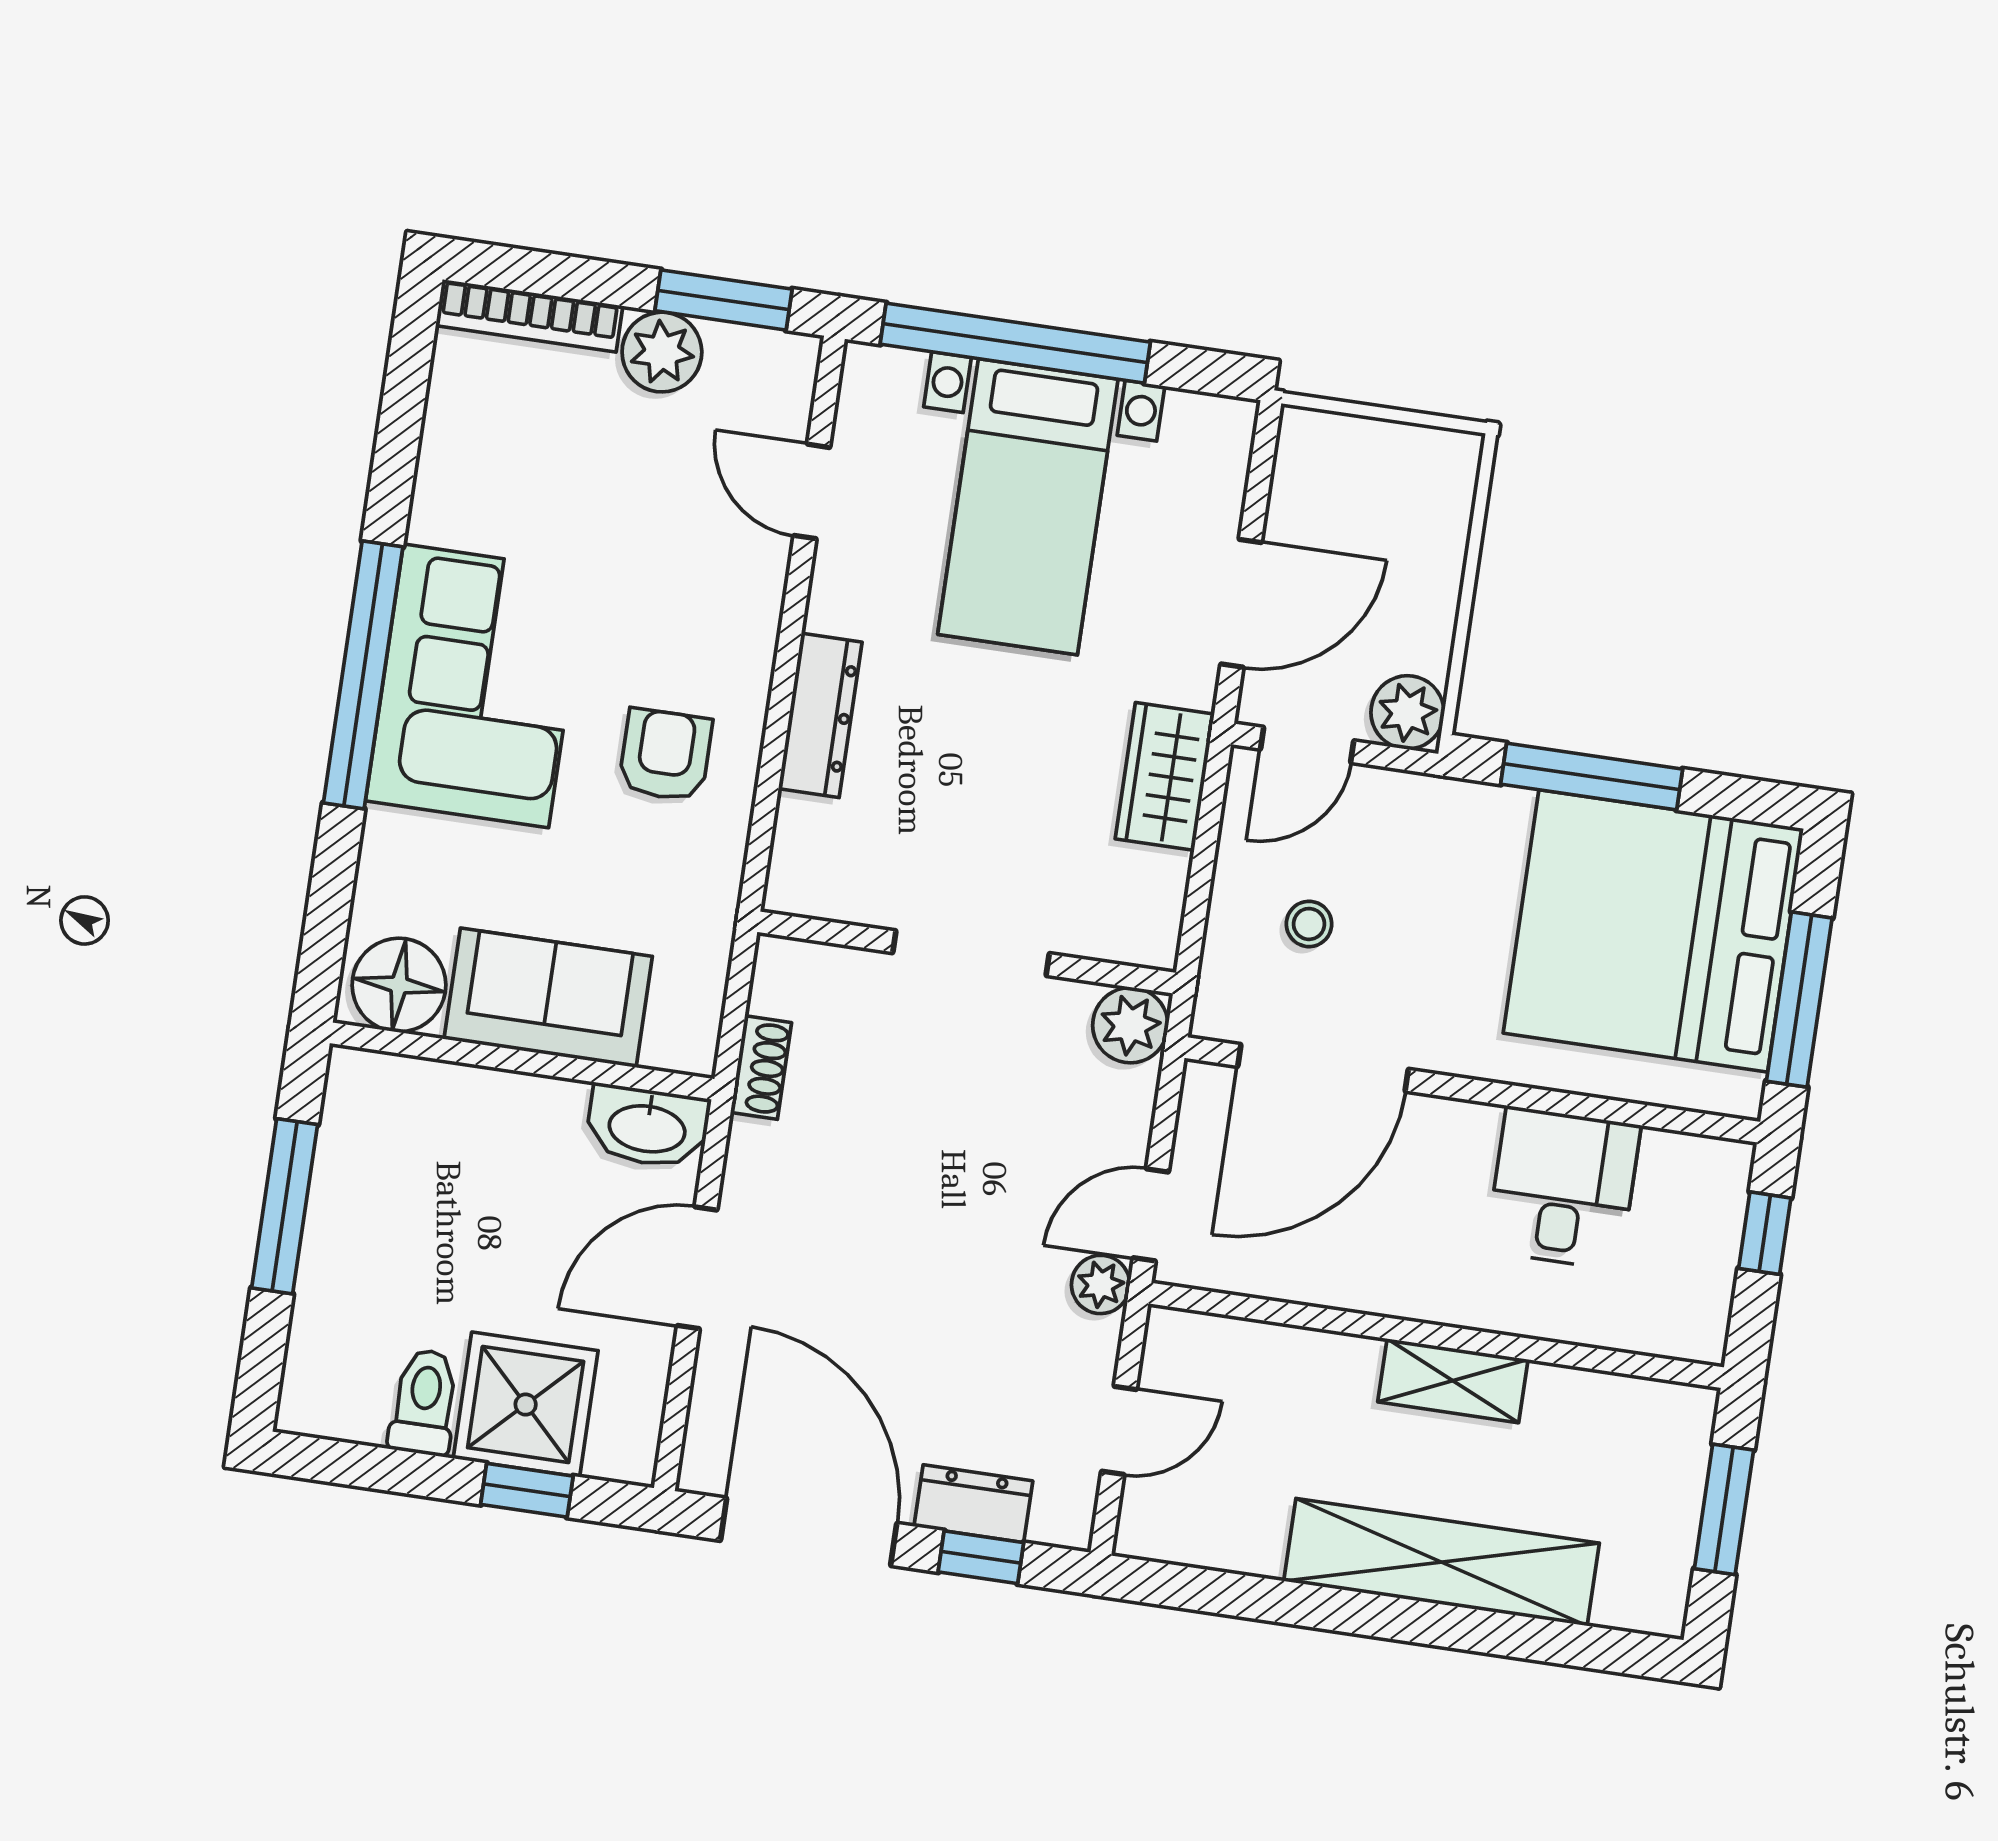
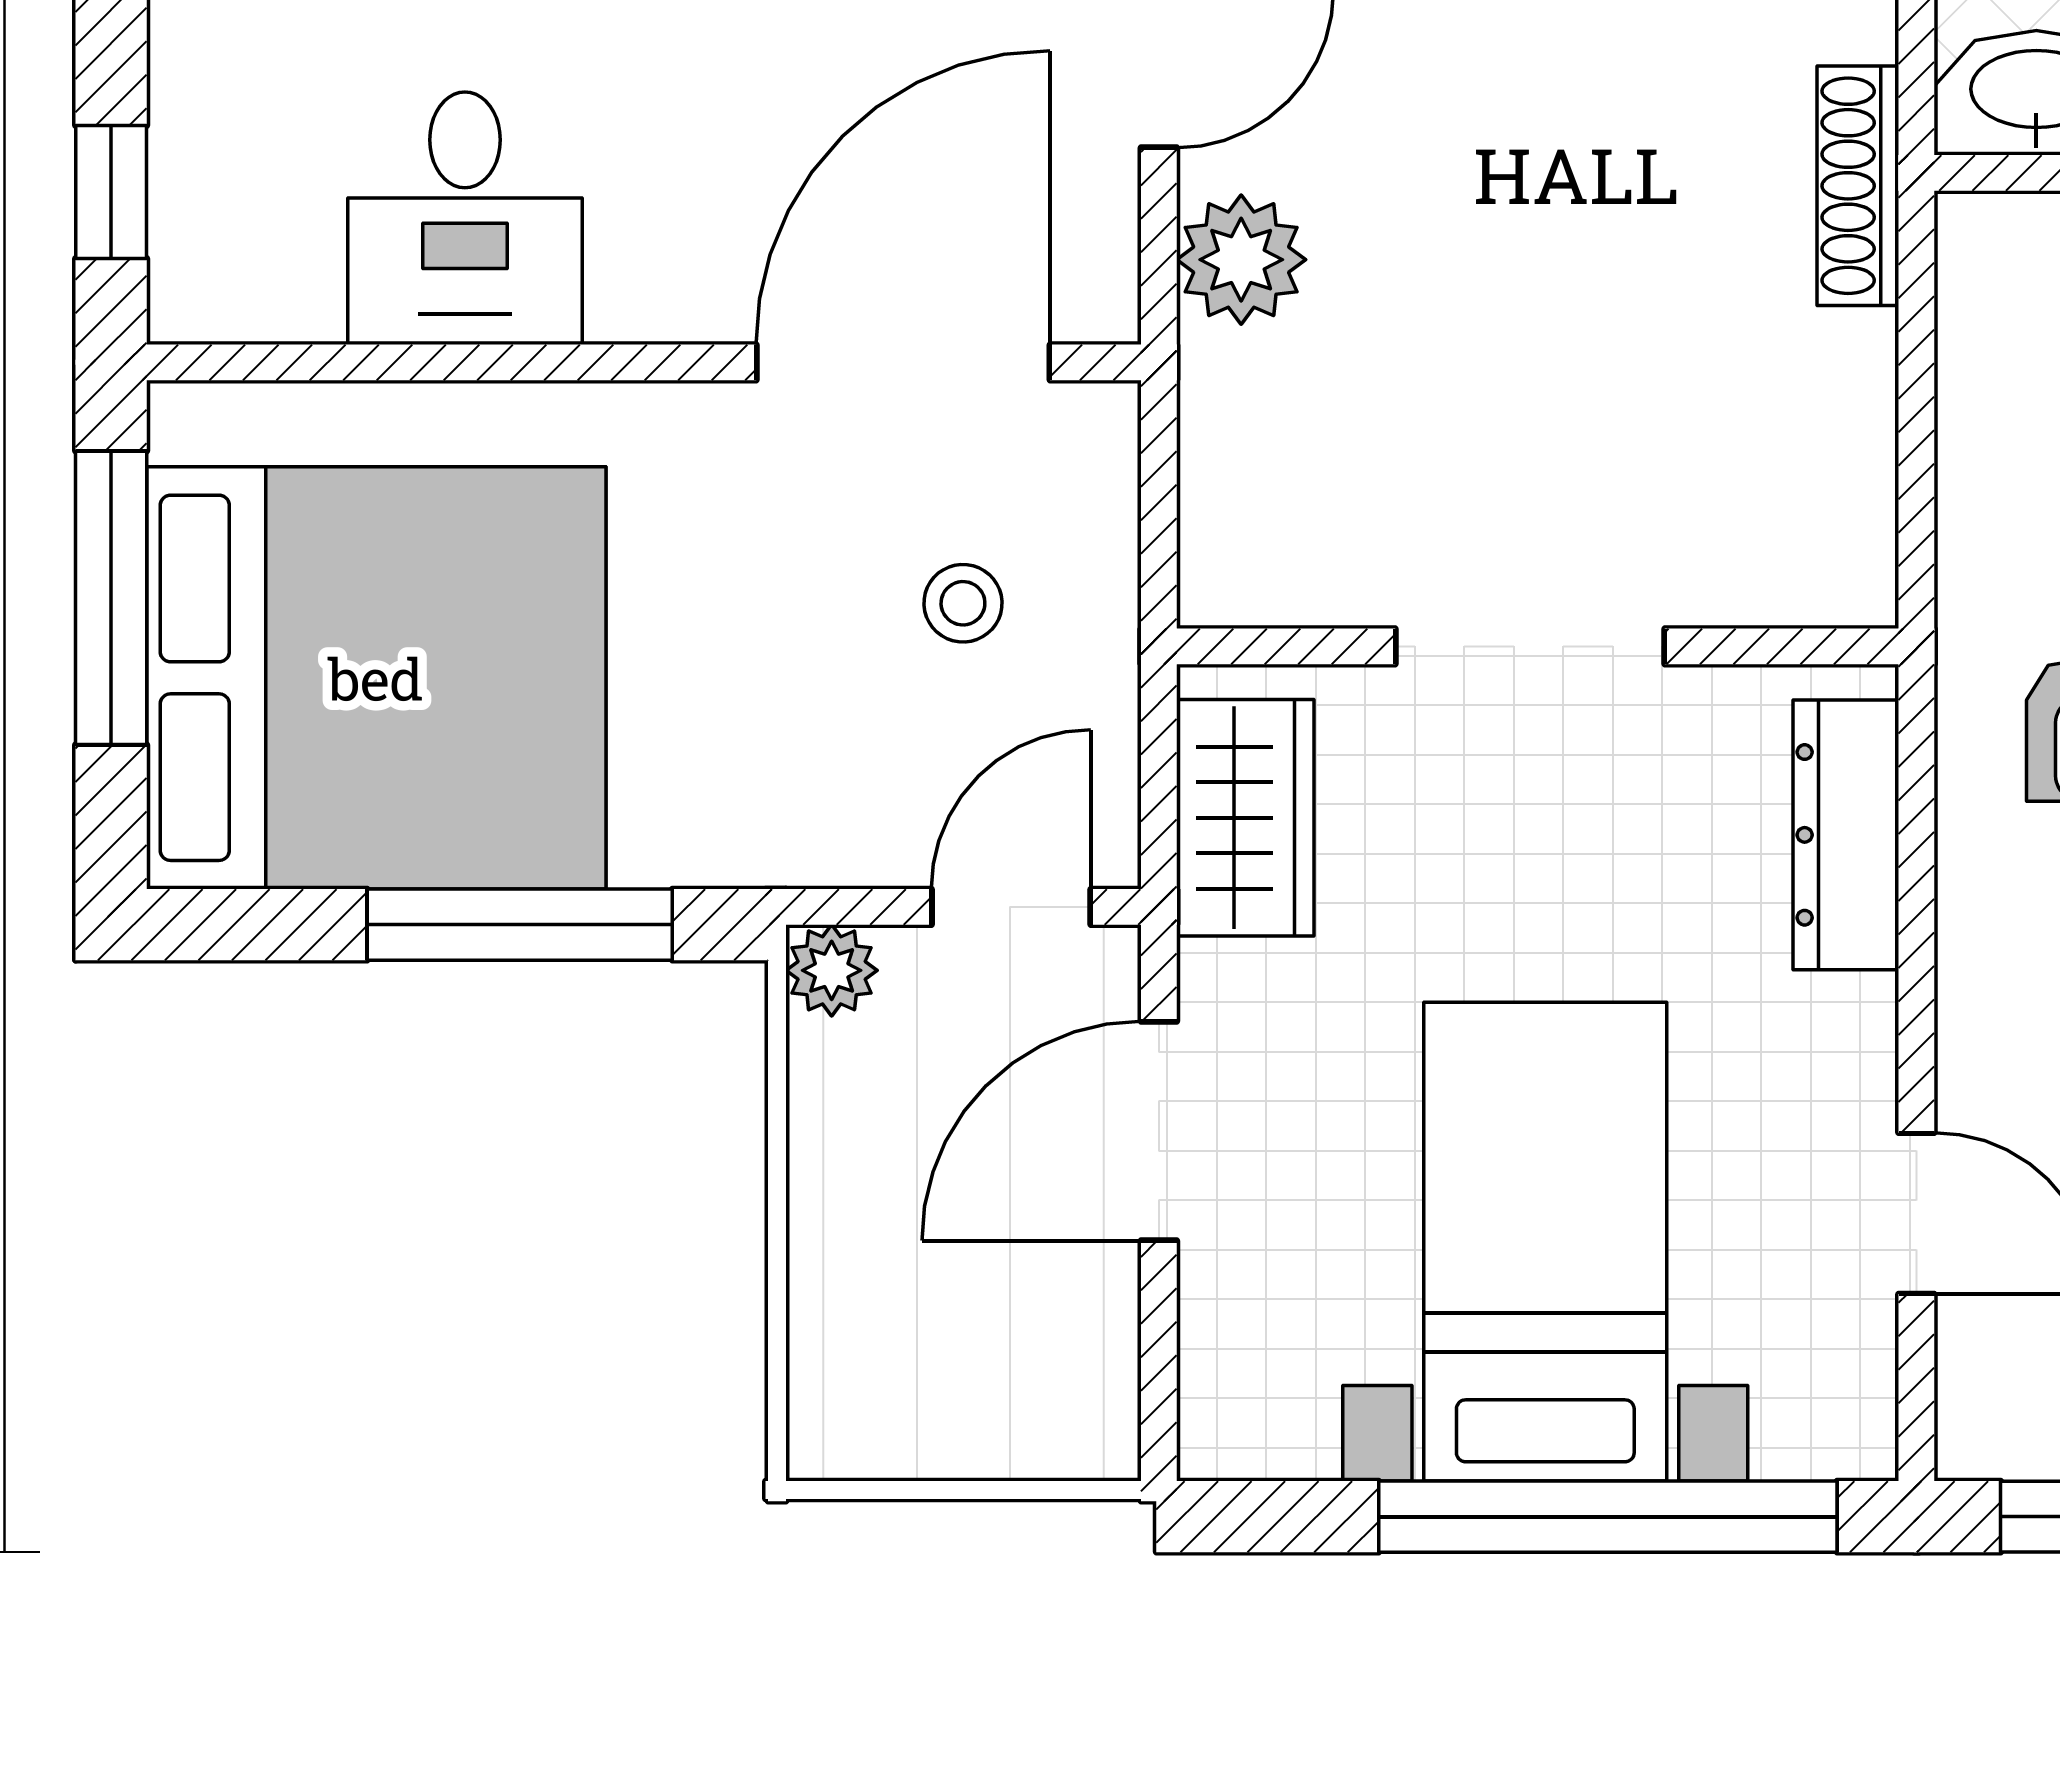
plant: (1407, 712) -> (832, 970), width x0.73, depth x0.73
wall: (967, 952) -> (1538, 646), moved
doorway: (971, 953) -> (1530, 646), moved
plant: (1130, 1025) -> (1241, 260), moved
shoe rack: (761, 1068) -> (1858, 186), width x1.43

